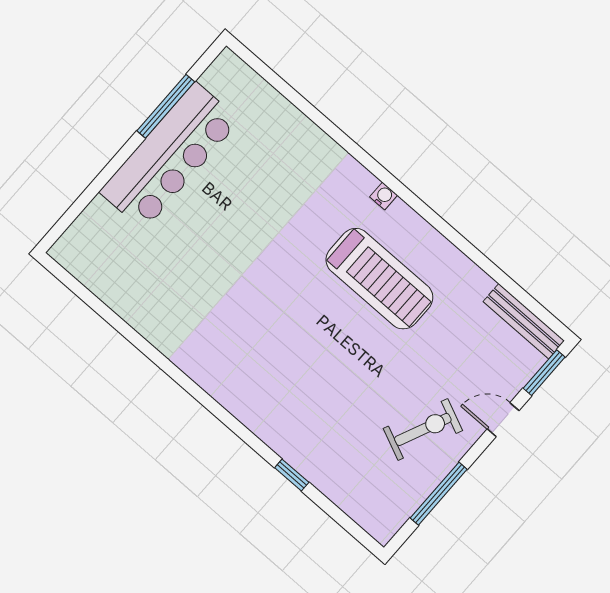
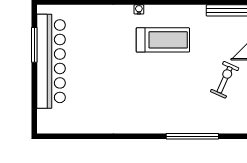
bar counter: (170, 156) -> (51, 61), width x1.36
window: (292, 475) -> (192, 136), width x3.17

